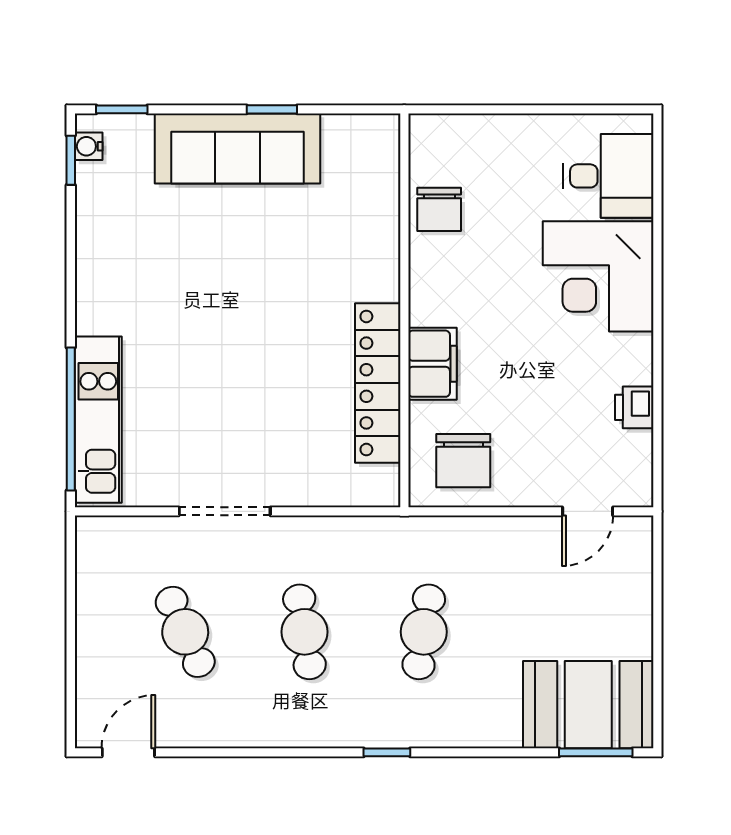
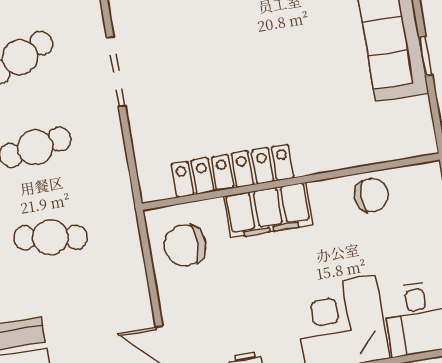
chair: (439, 209) -> (372, 195), turned 180
filing cabinet: (432, 364) -> (268, 210), width x1.50, depth x1.17

